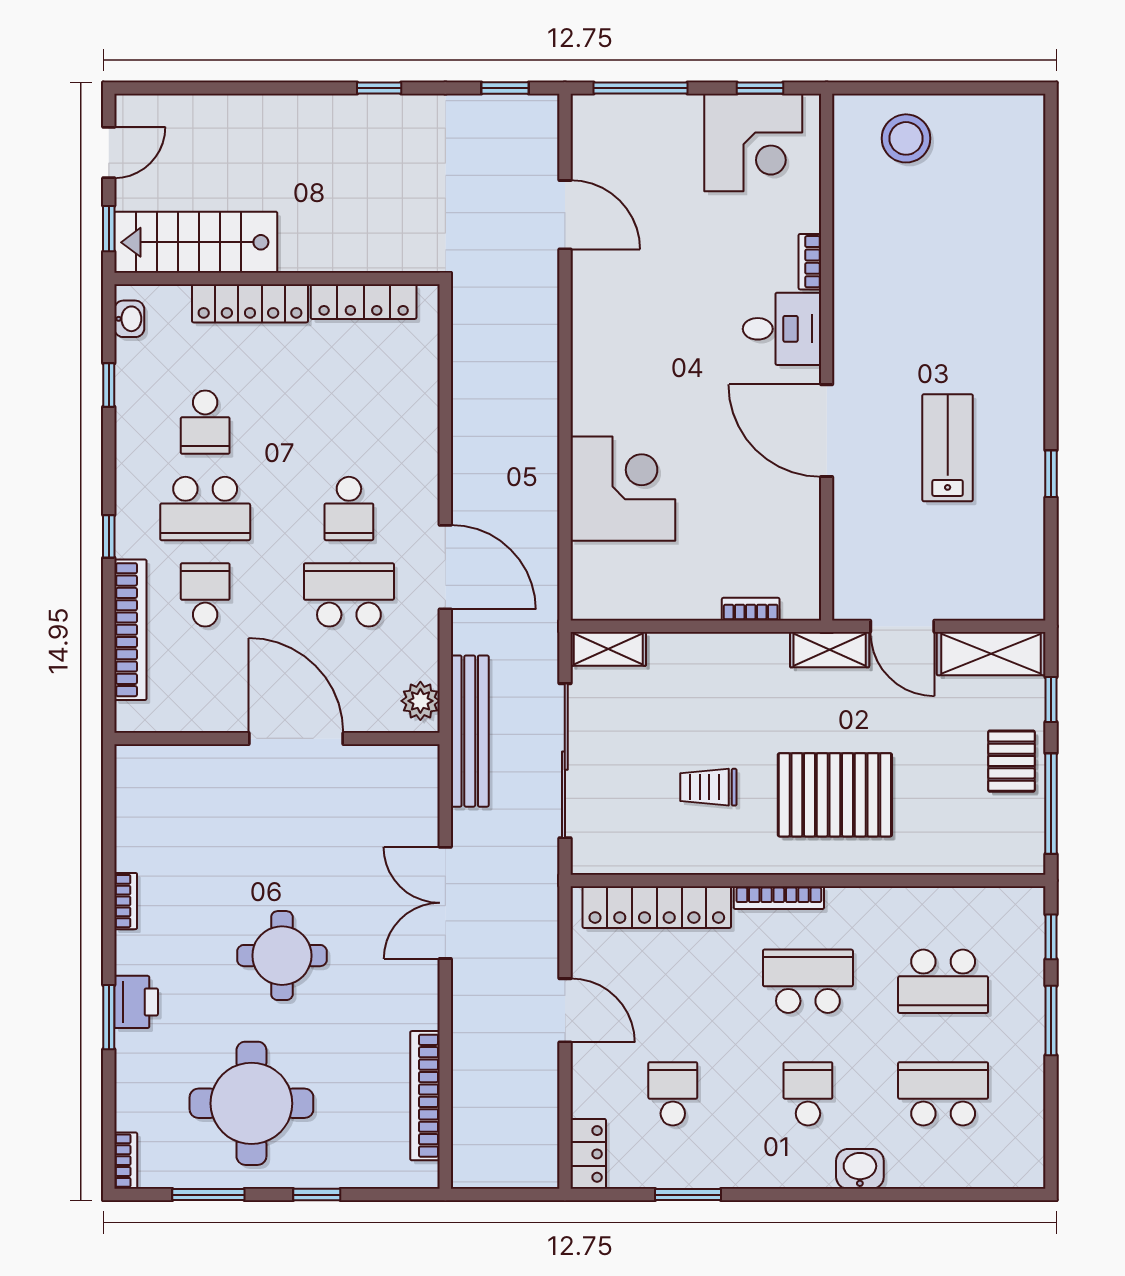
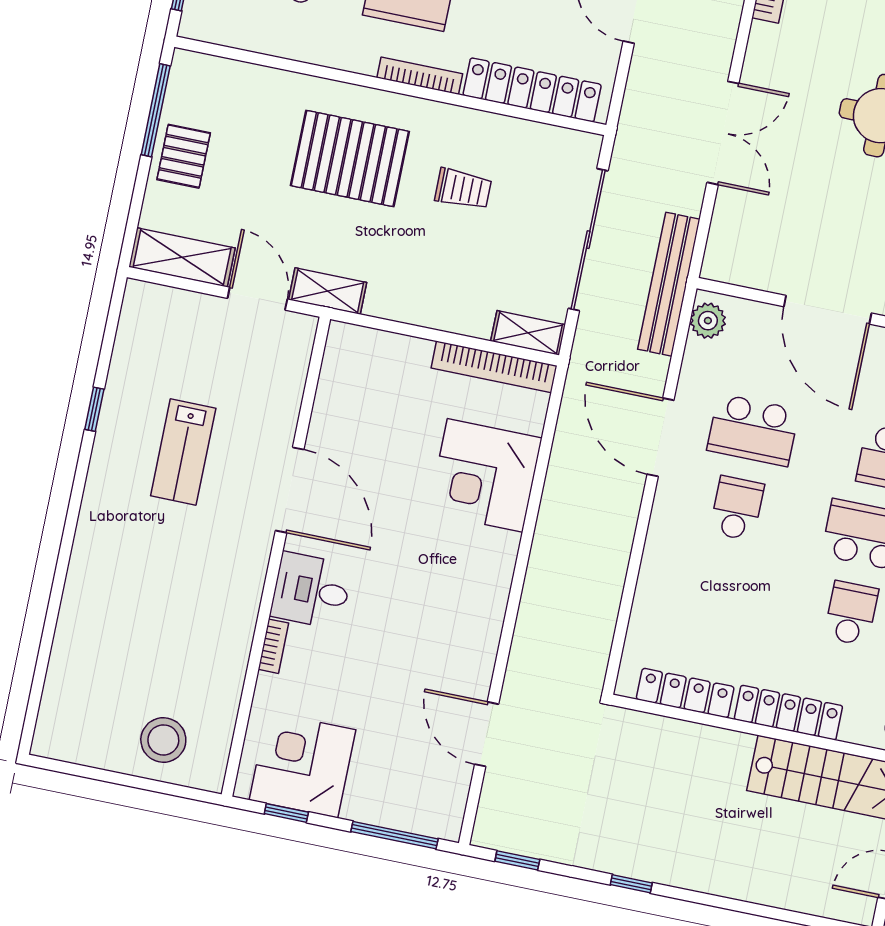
bookcase: (751, 609) -> (494, 367), moved, width x2.31, depth x1.31
window: (1051, 699) -> (136, 205), removed

